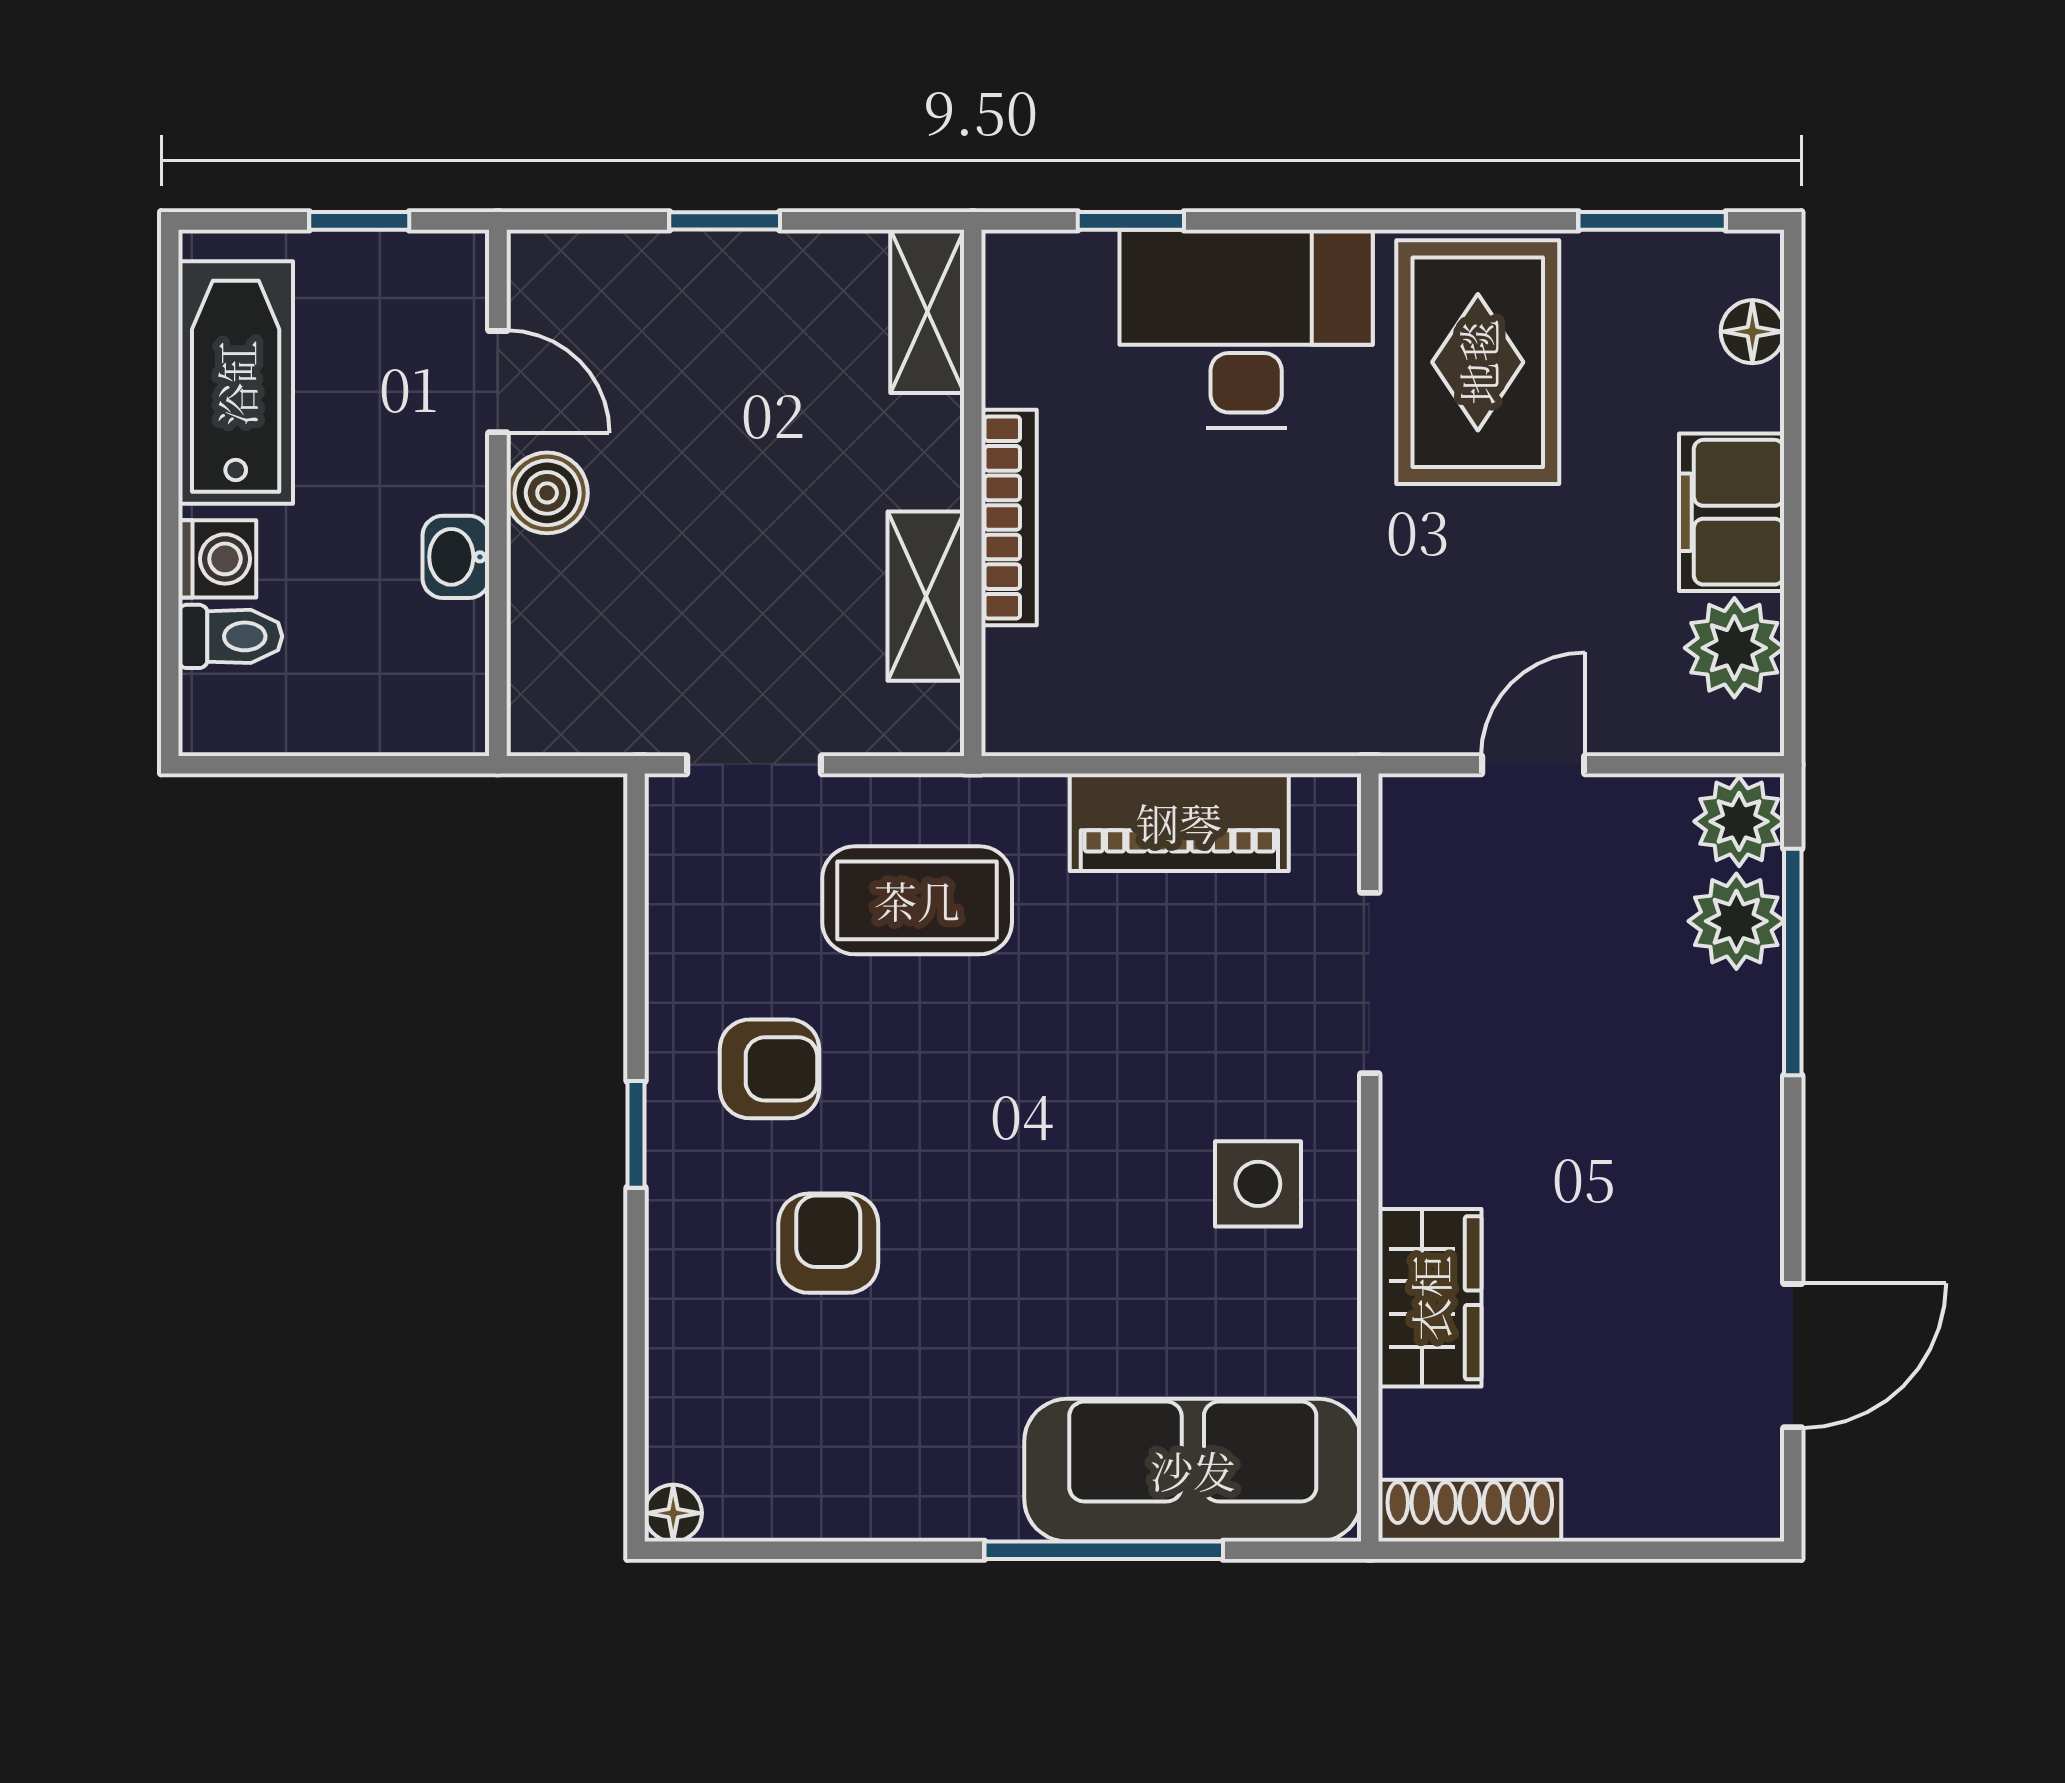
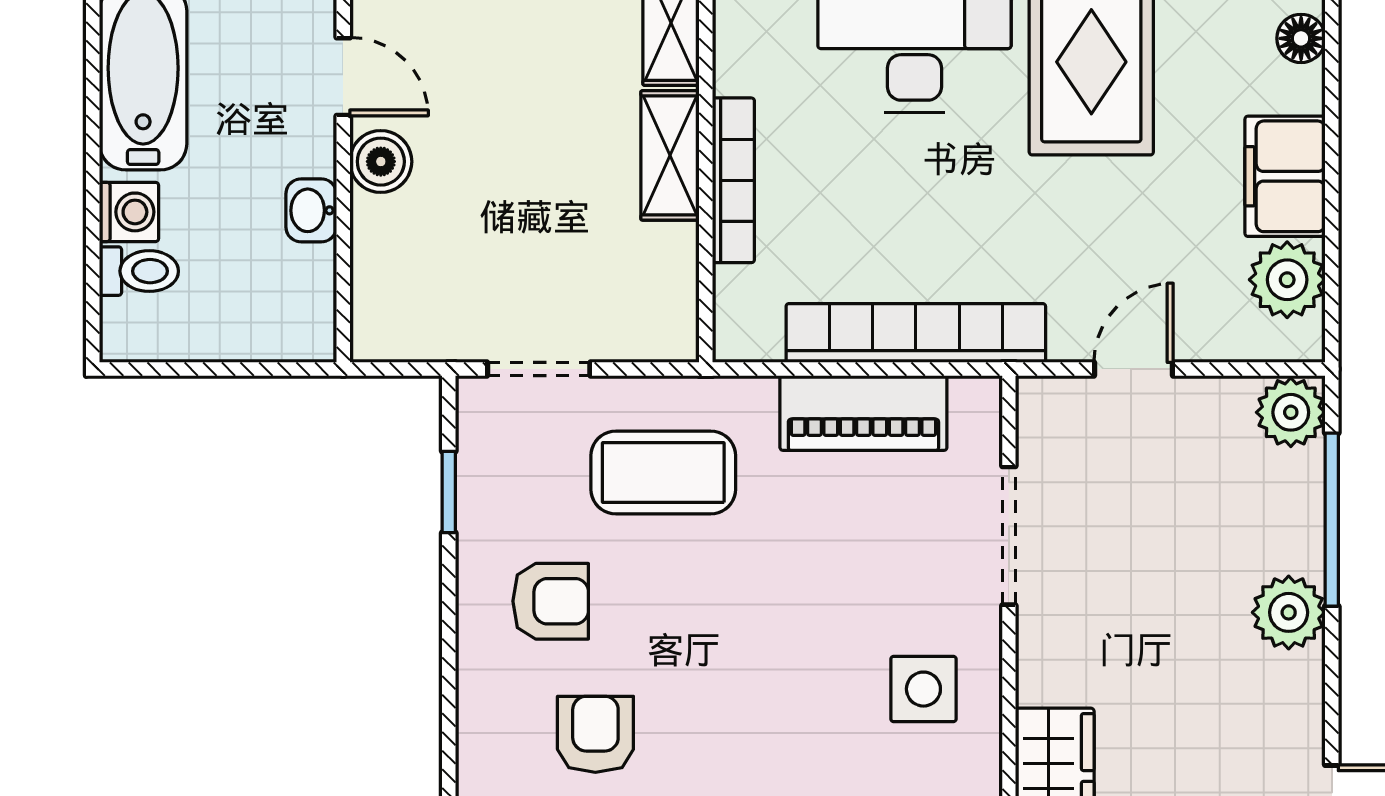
shelving: (926, 596) -> (670, 155), moved
bookcase: (1248, 718) -> (916, 333), added
plant: (1736, 921) -> (1289, 612), moved
window: (636, 1134) -> (449, 492), moved

